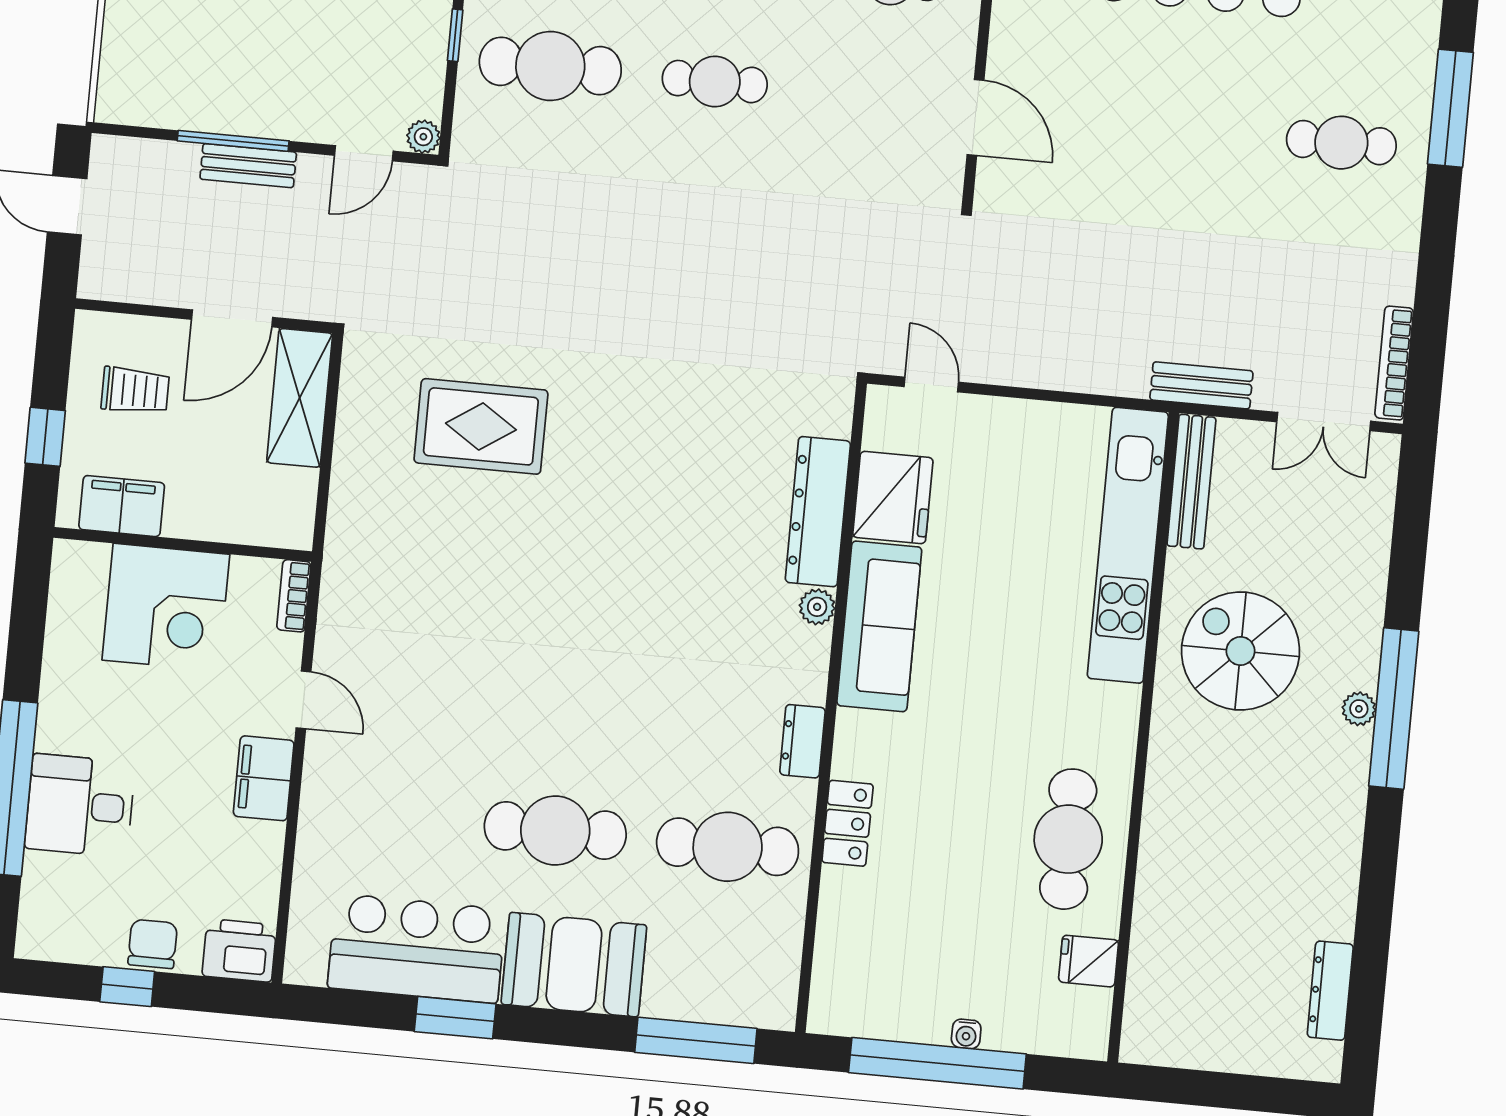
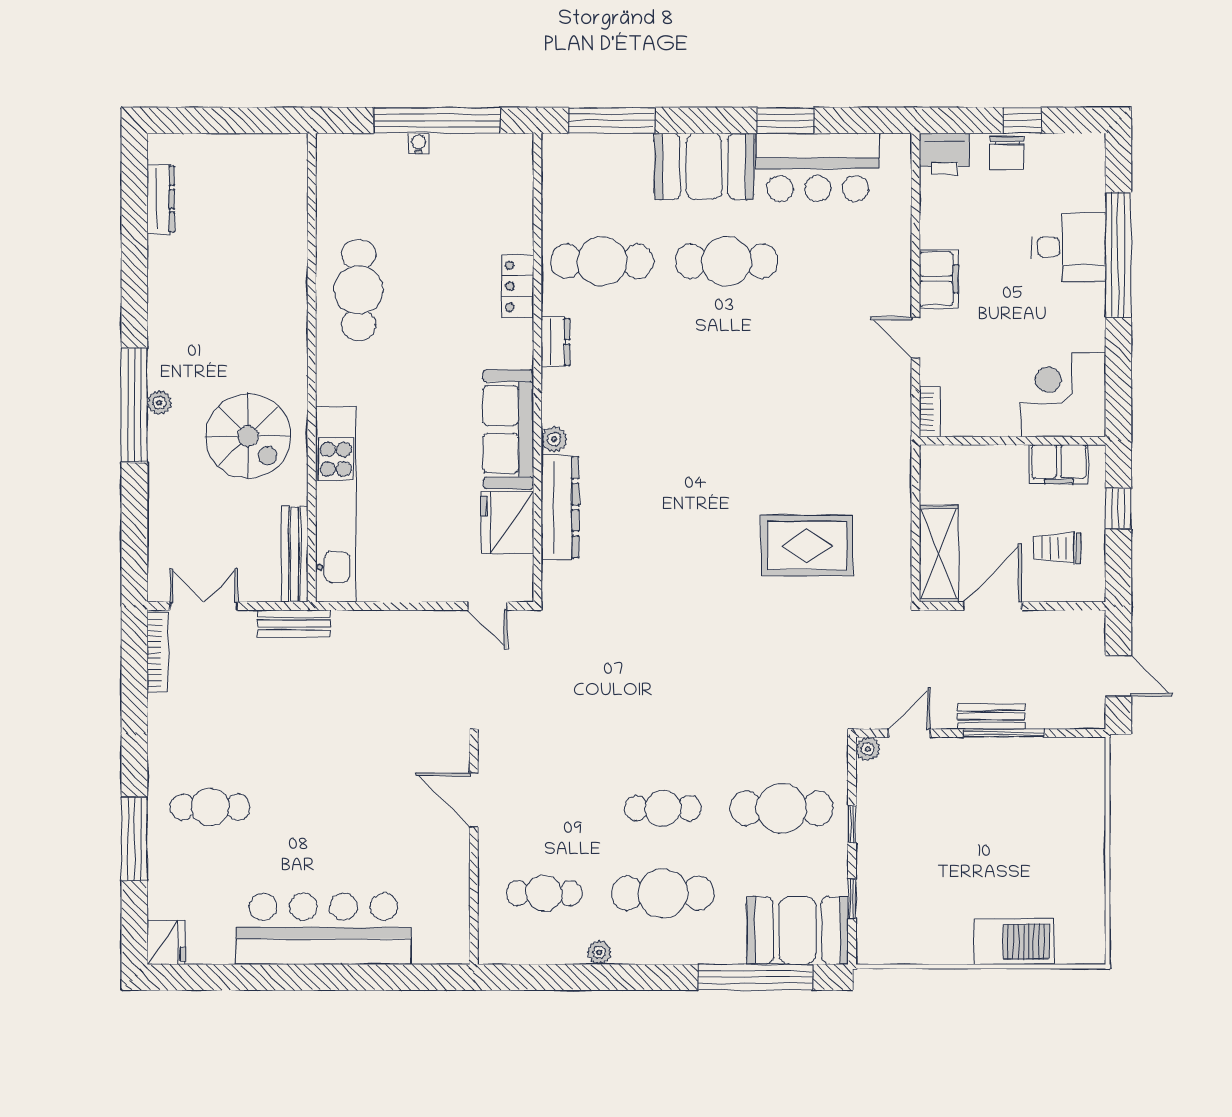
corner desk: (166, 607) -> (1063, 395), moved
fridge: (1089, 961) -> (336, 204), removed

